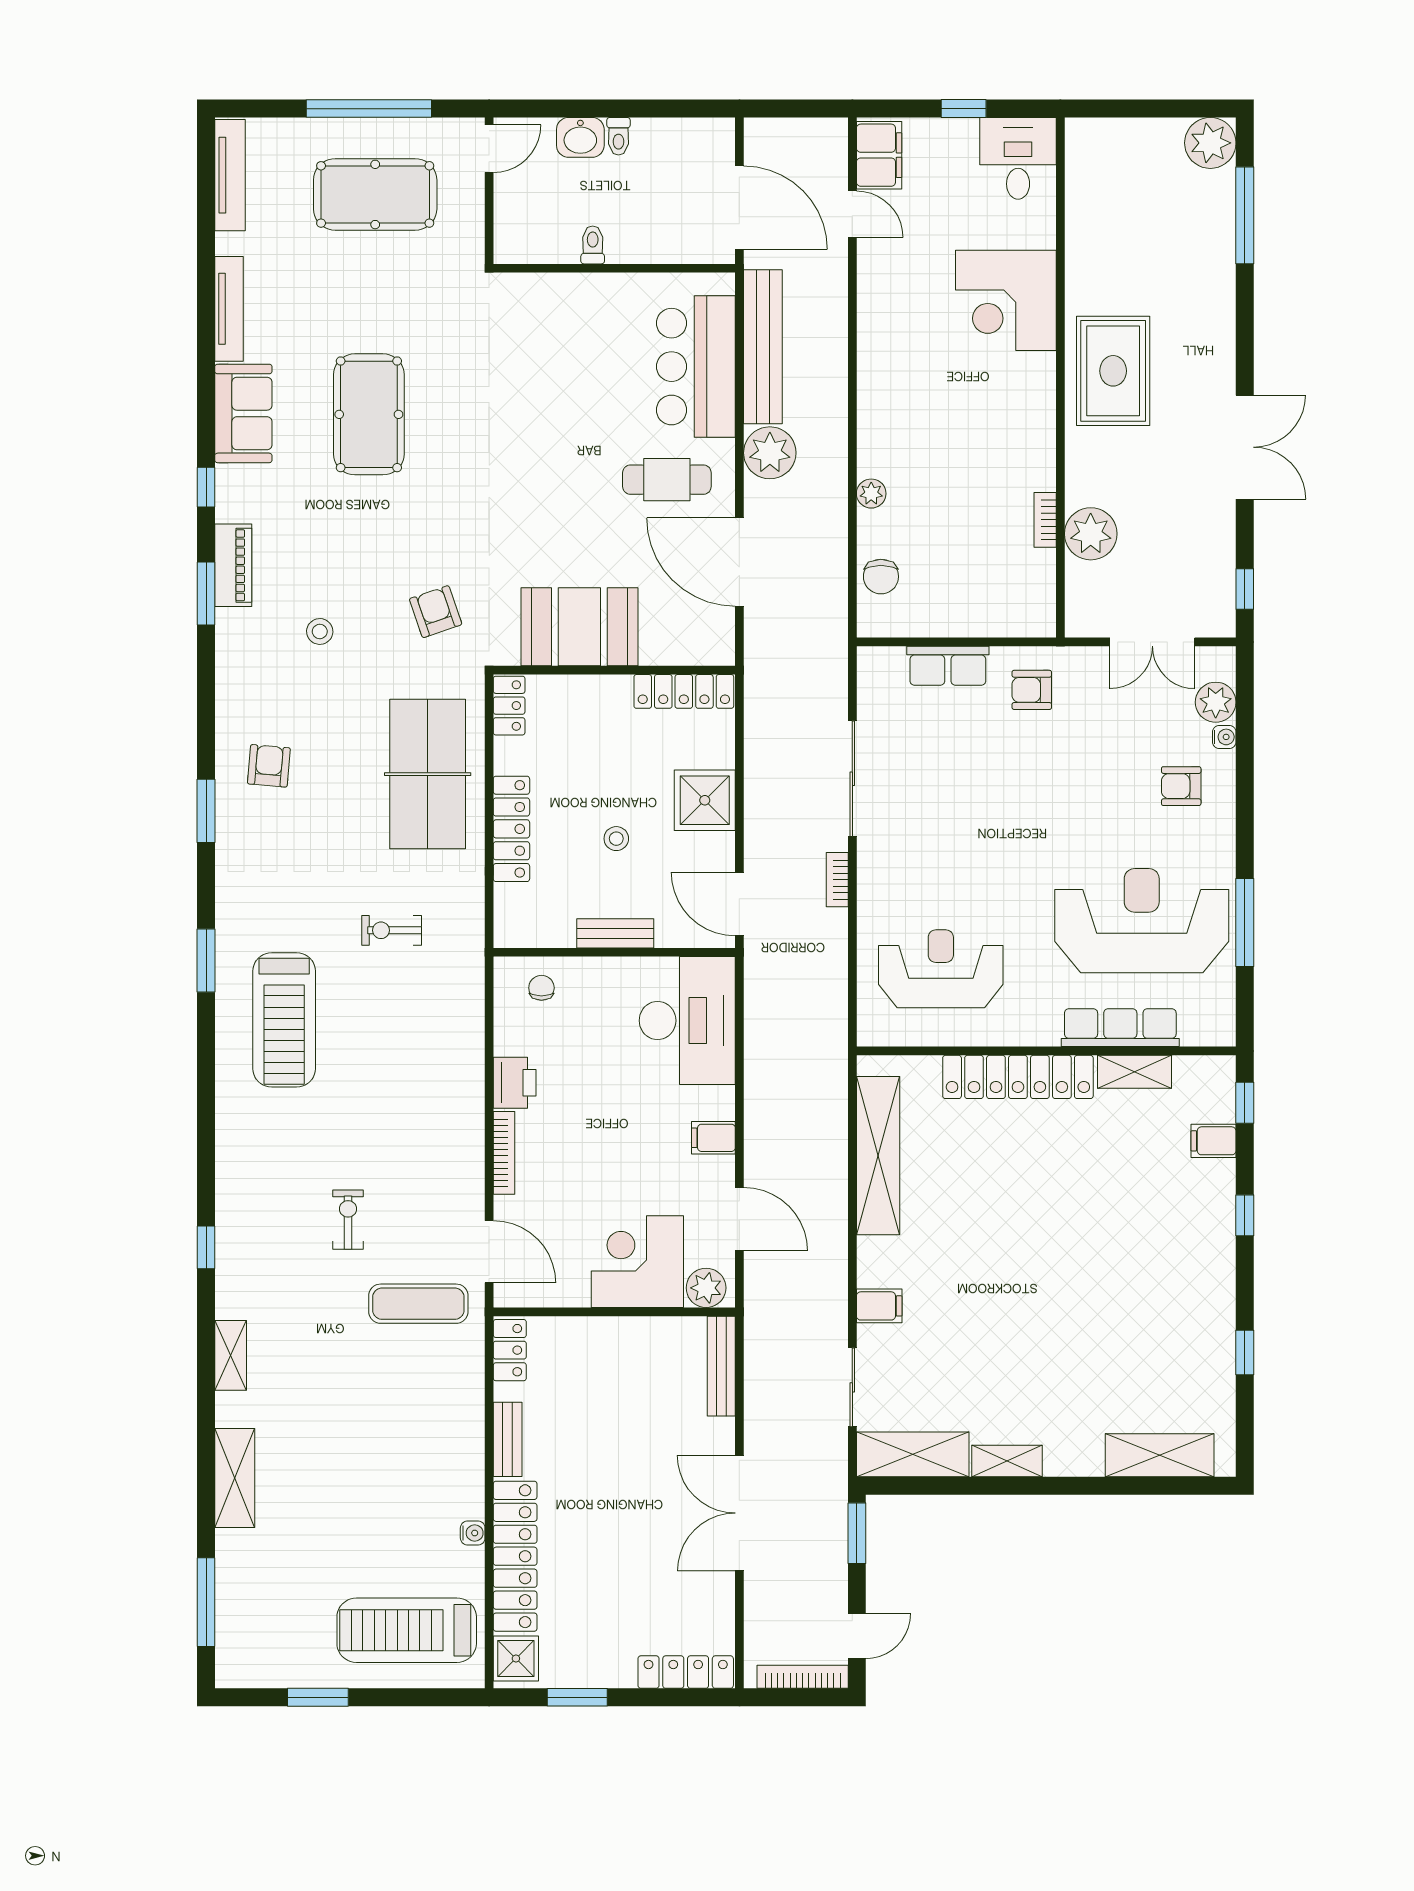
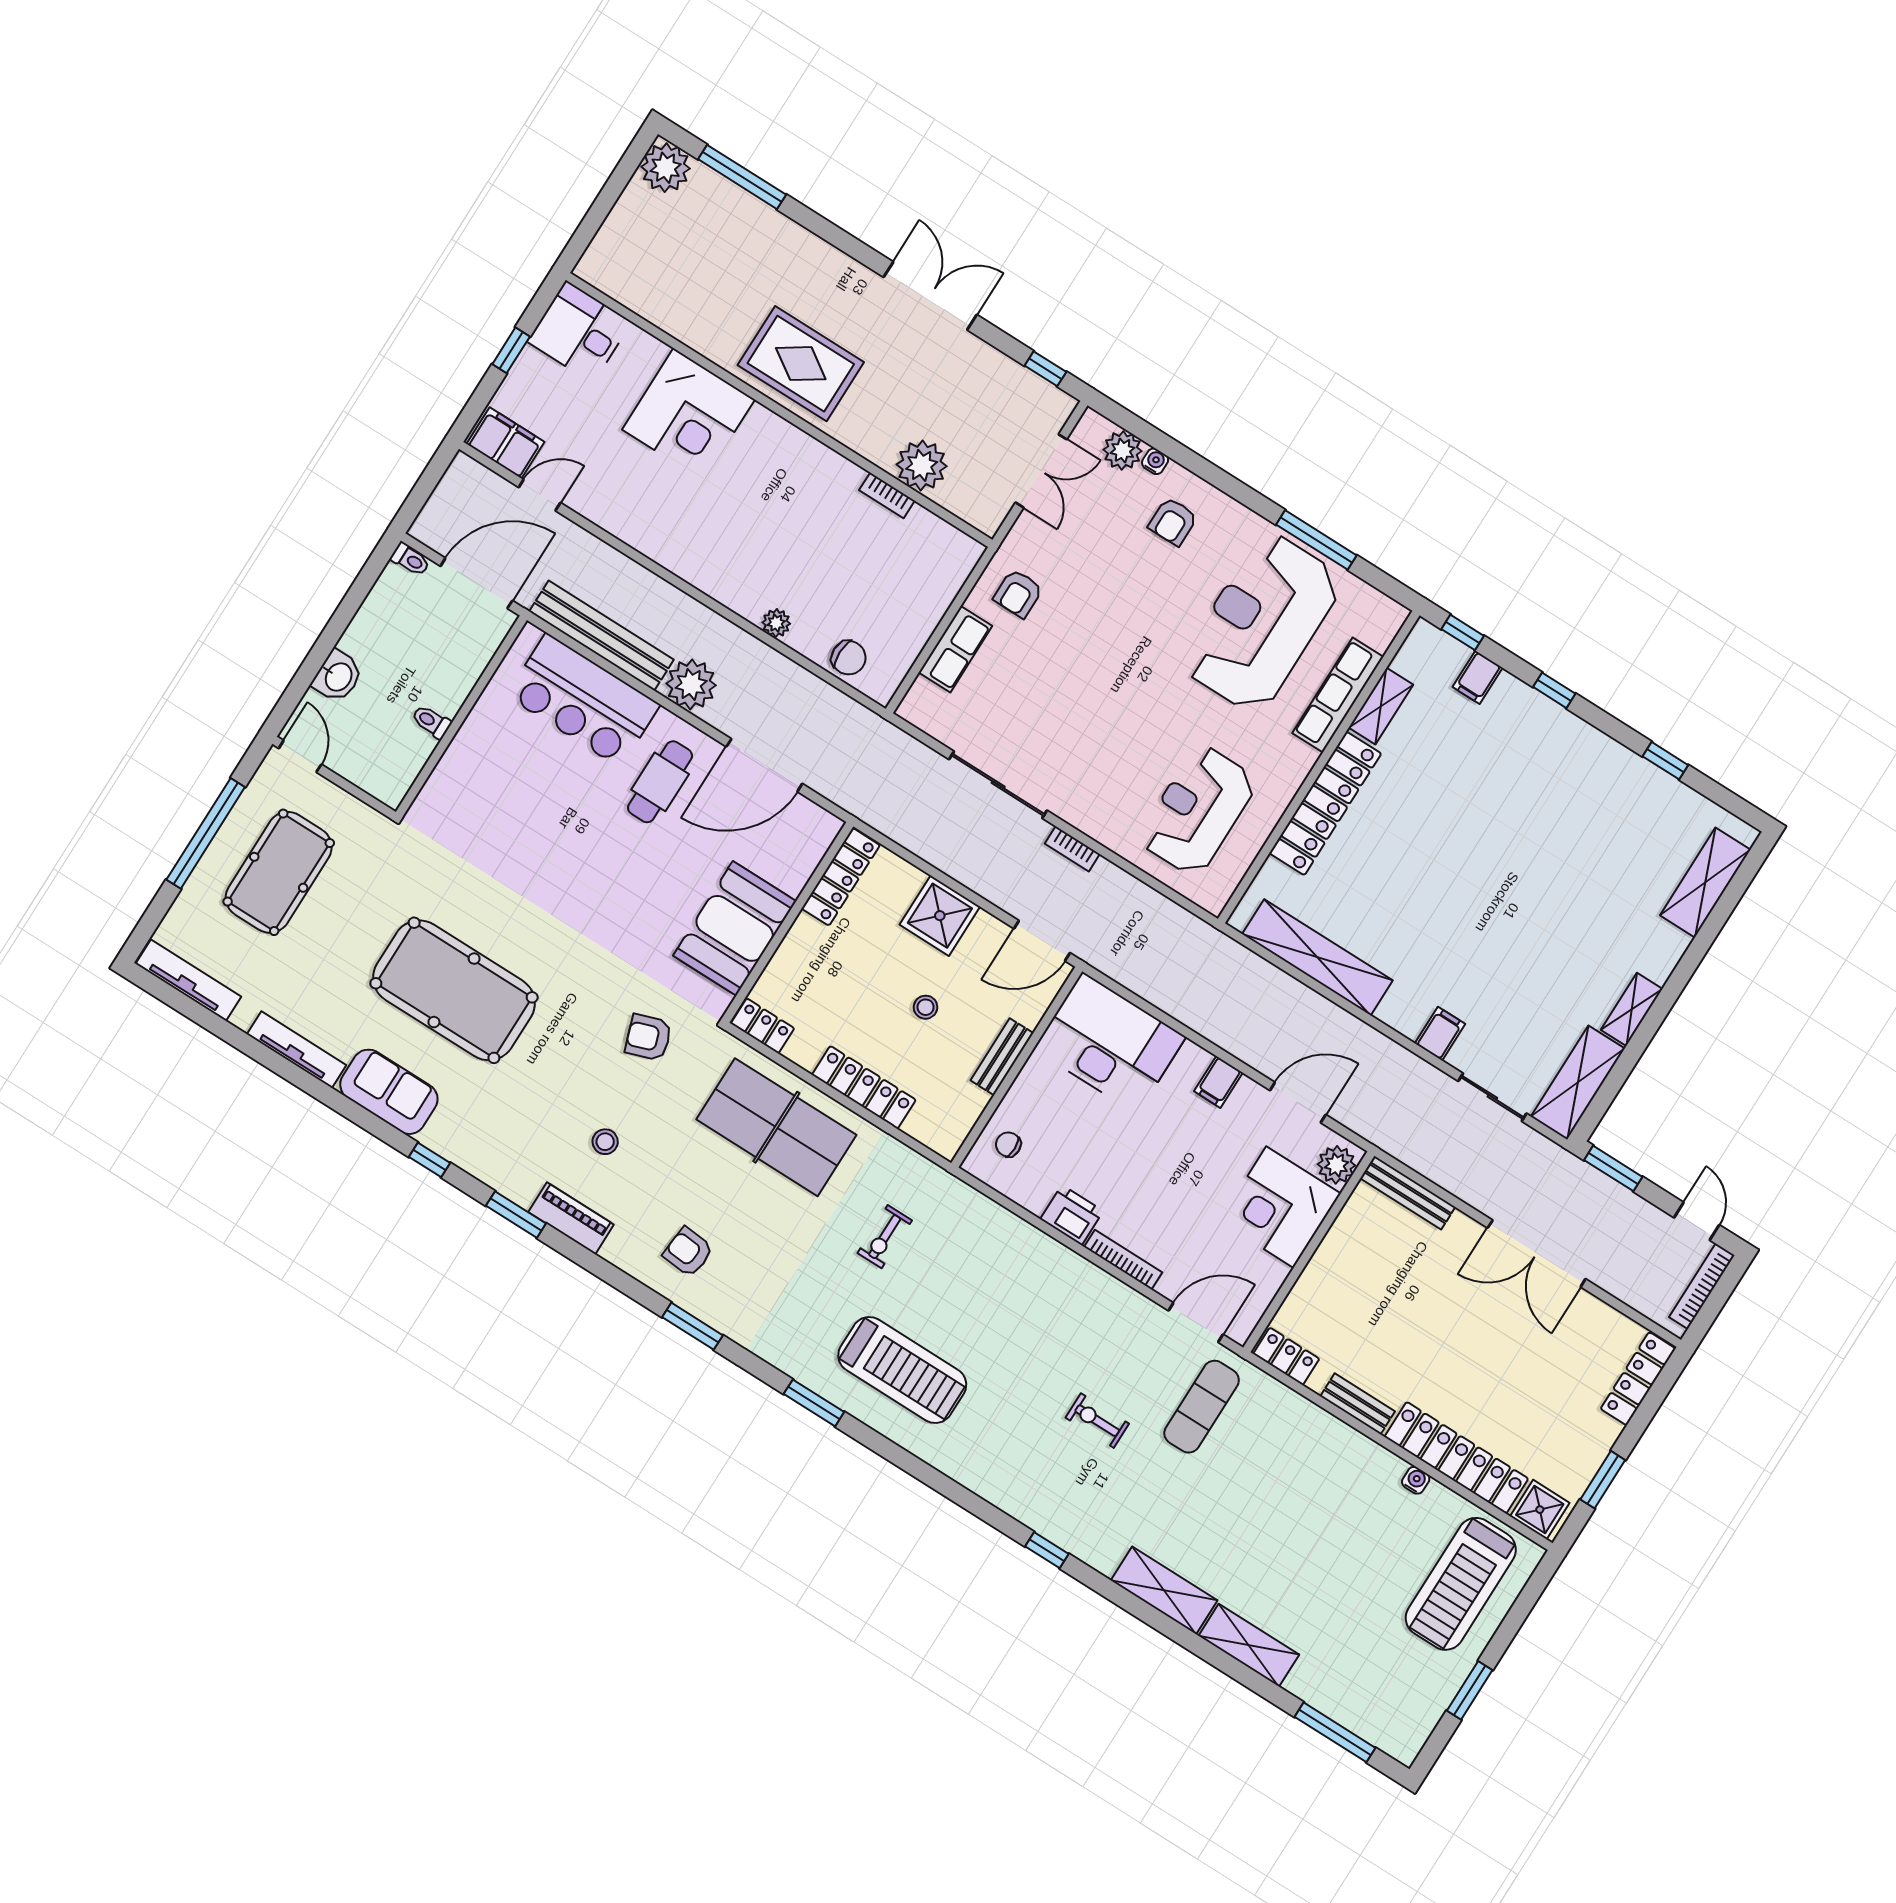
toilet: (618, 136) -> (410, 559), moved
pool table: (369, 414) -> (454, 990), width x1.36, depth x1.32
piano: (233, 565) -> (571, 1218), moved
shelving: (231, 1355) -> (1164, 1590), width x1.50, depth x1.33

